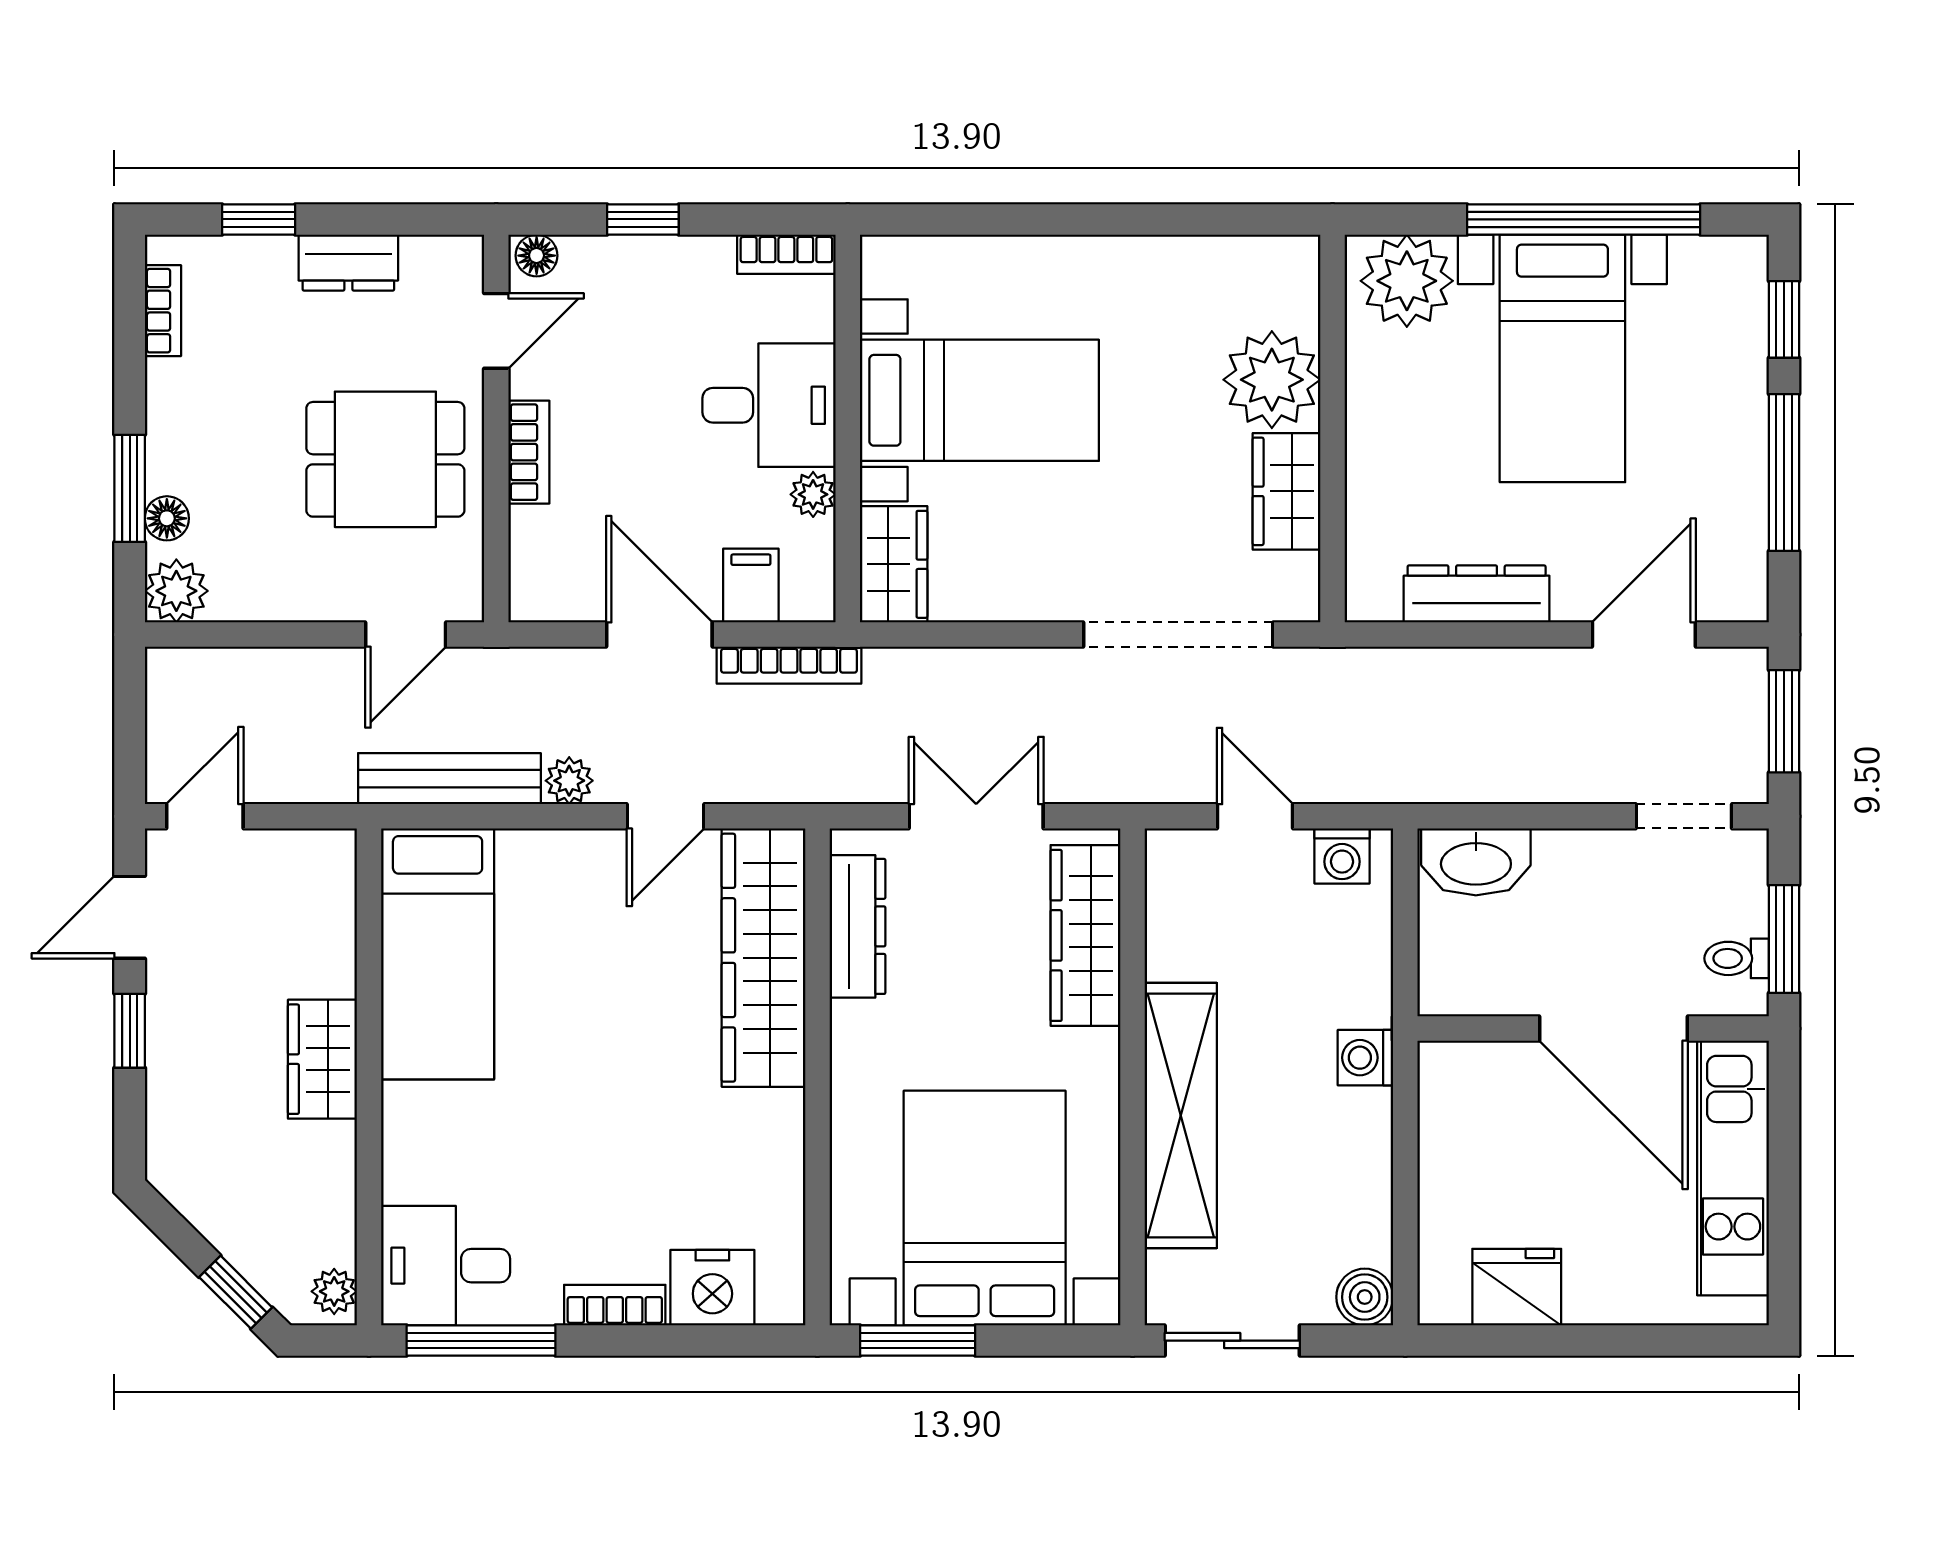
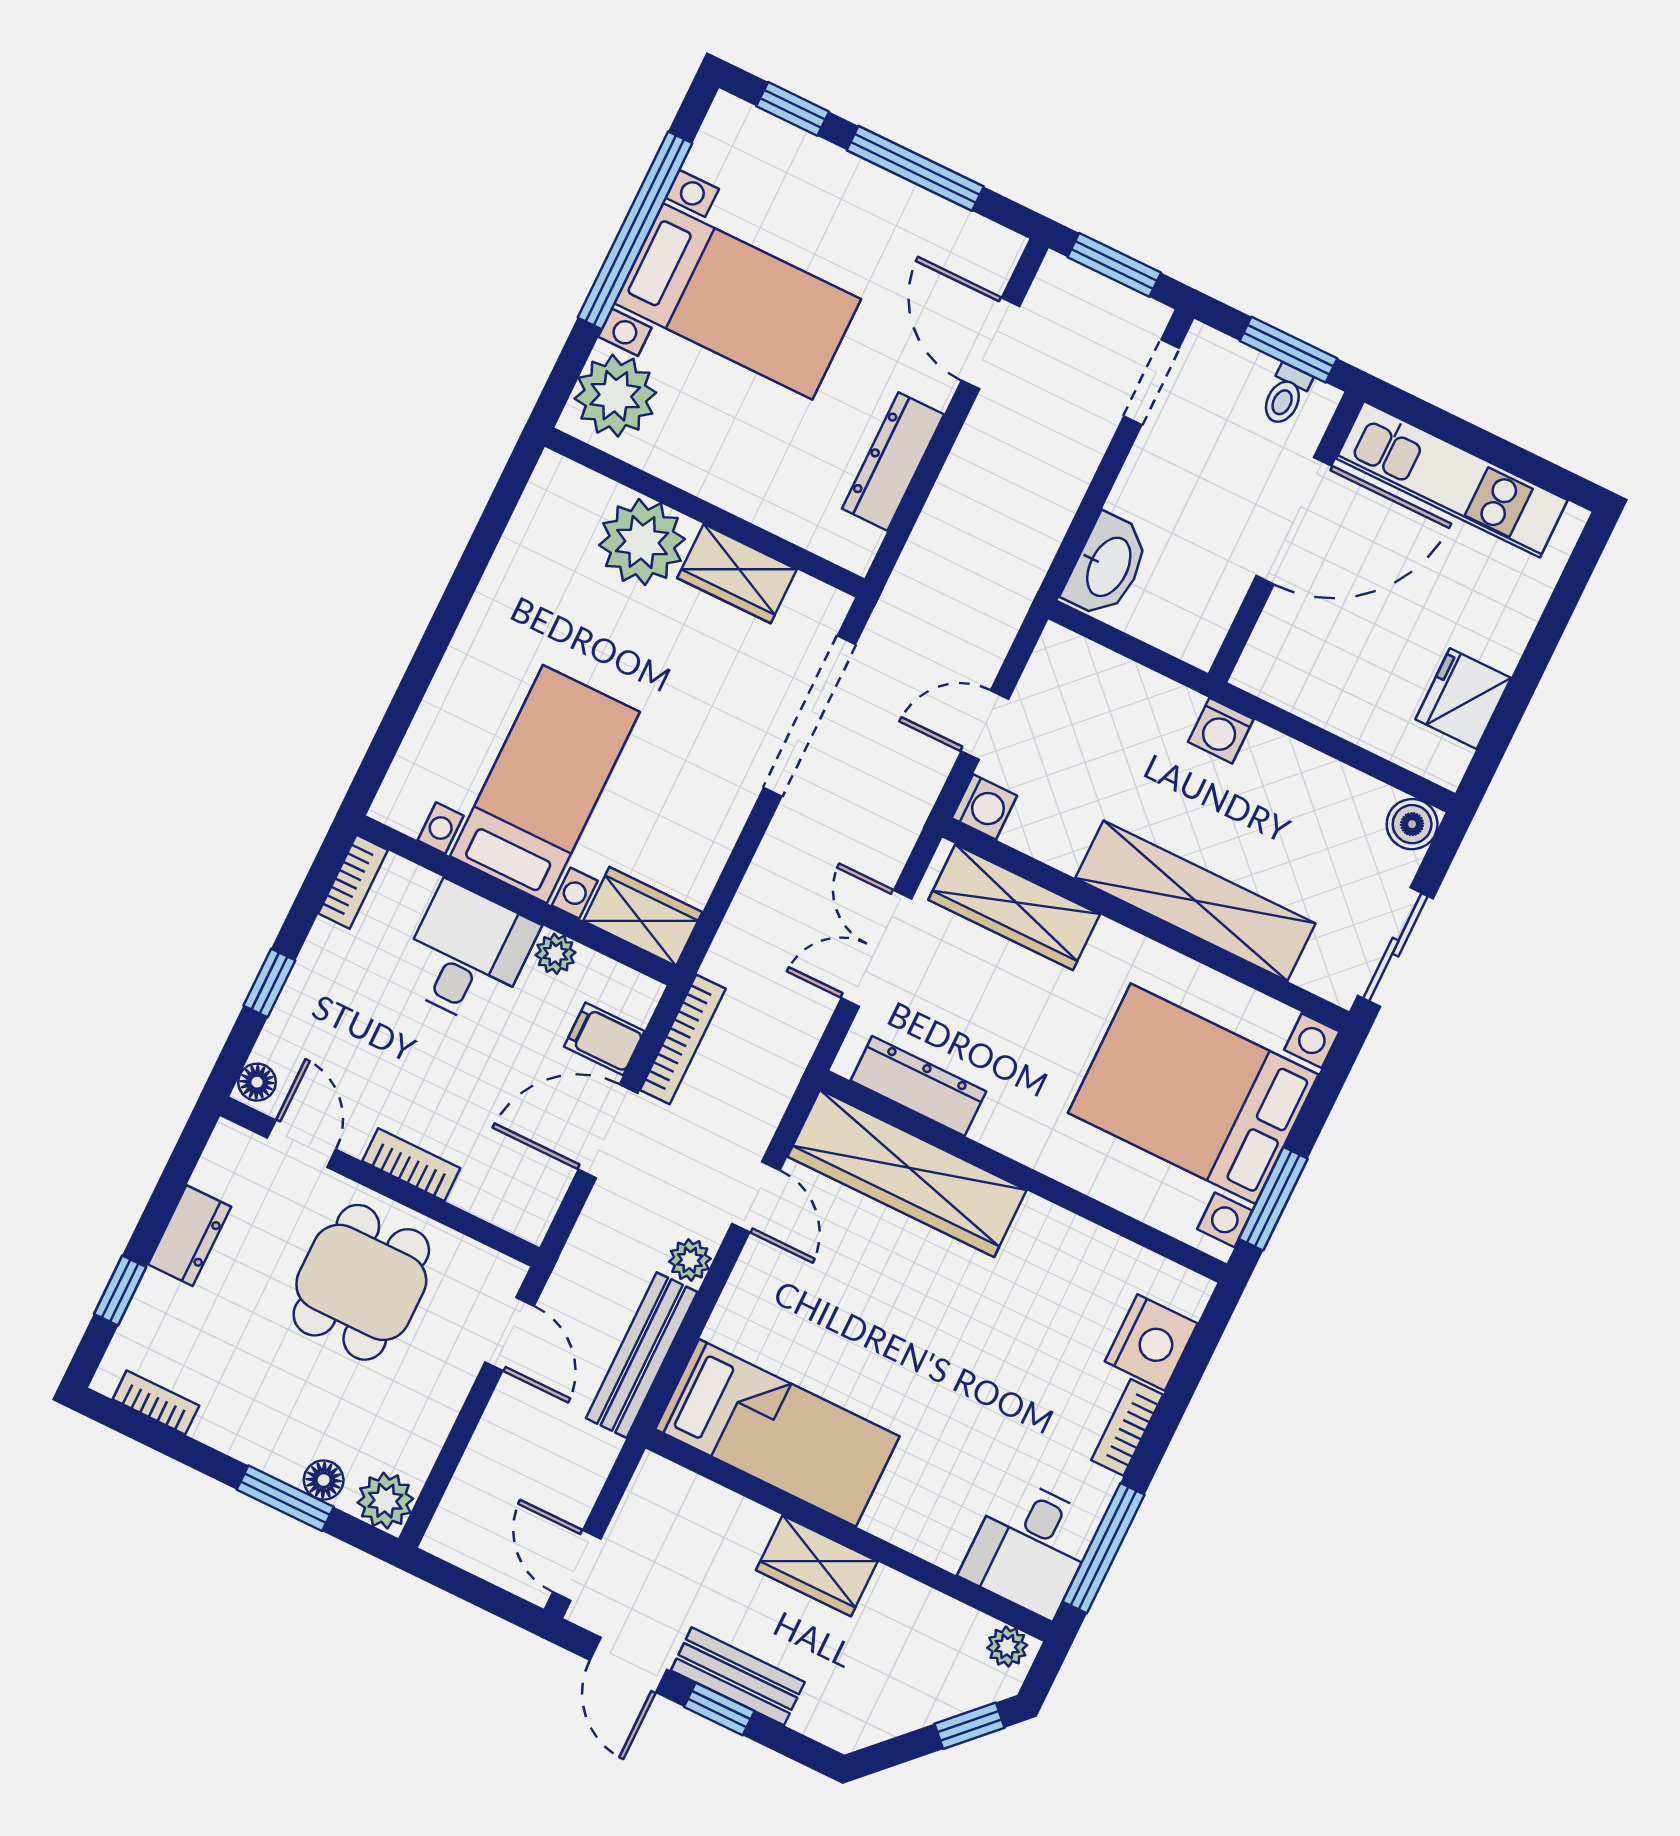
washing machine: (1342, 856) -> (984, 807), moved
bench: (172, 1034) -> (738, 1676), added

